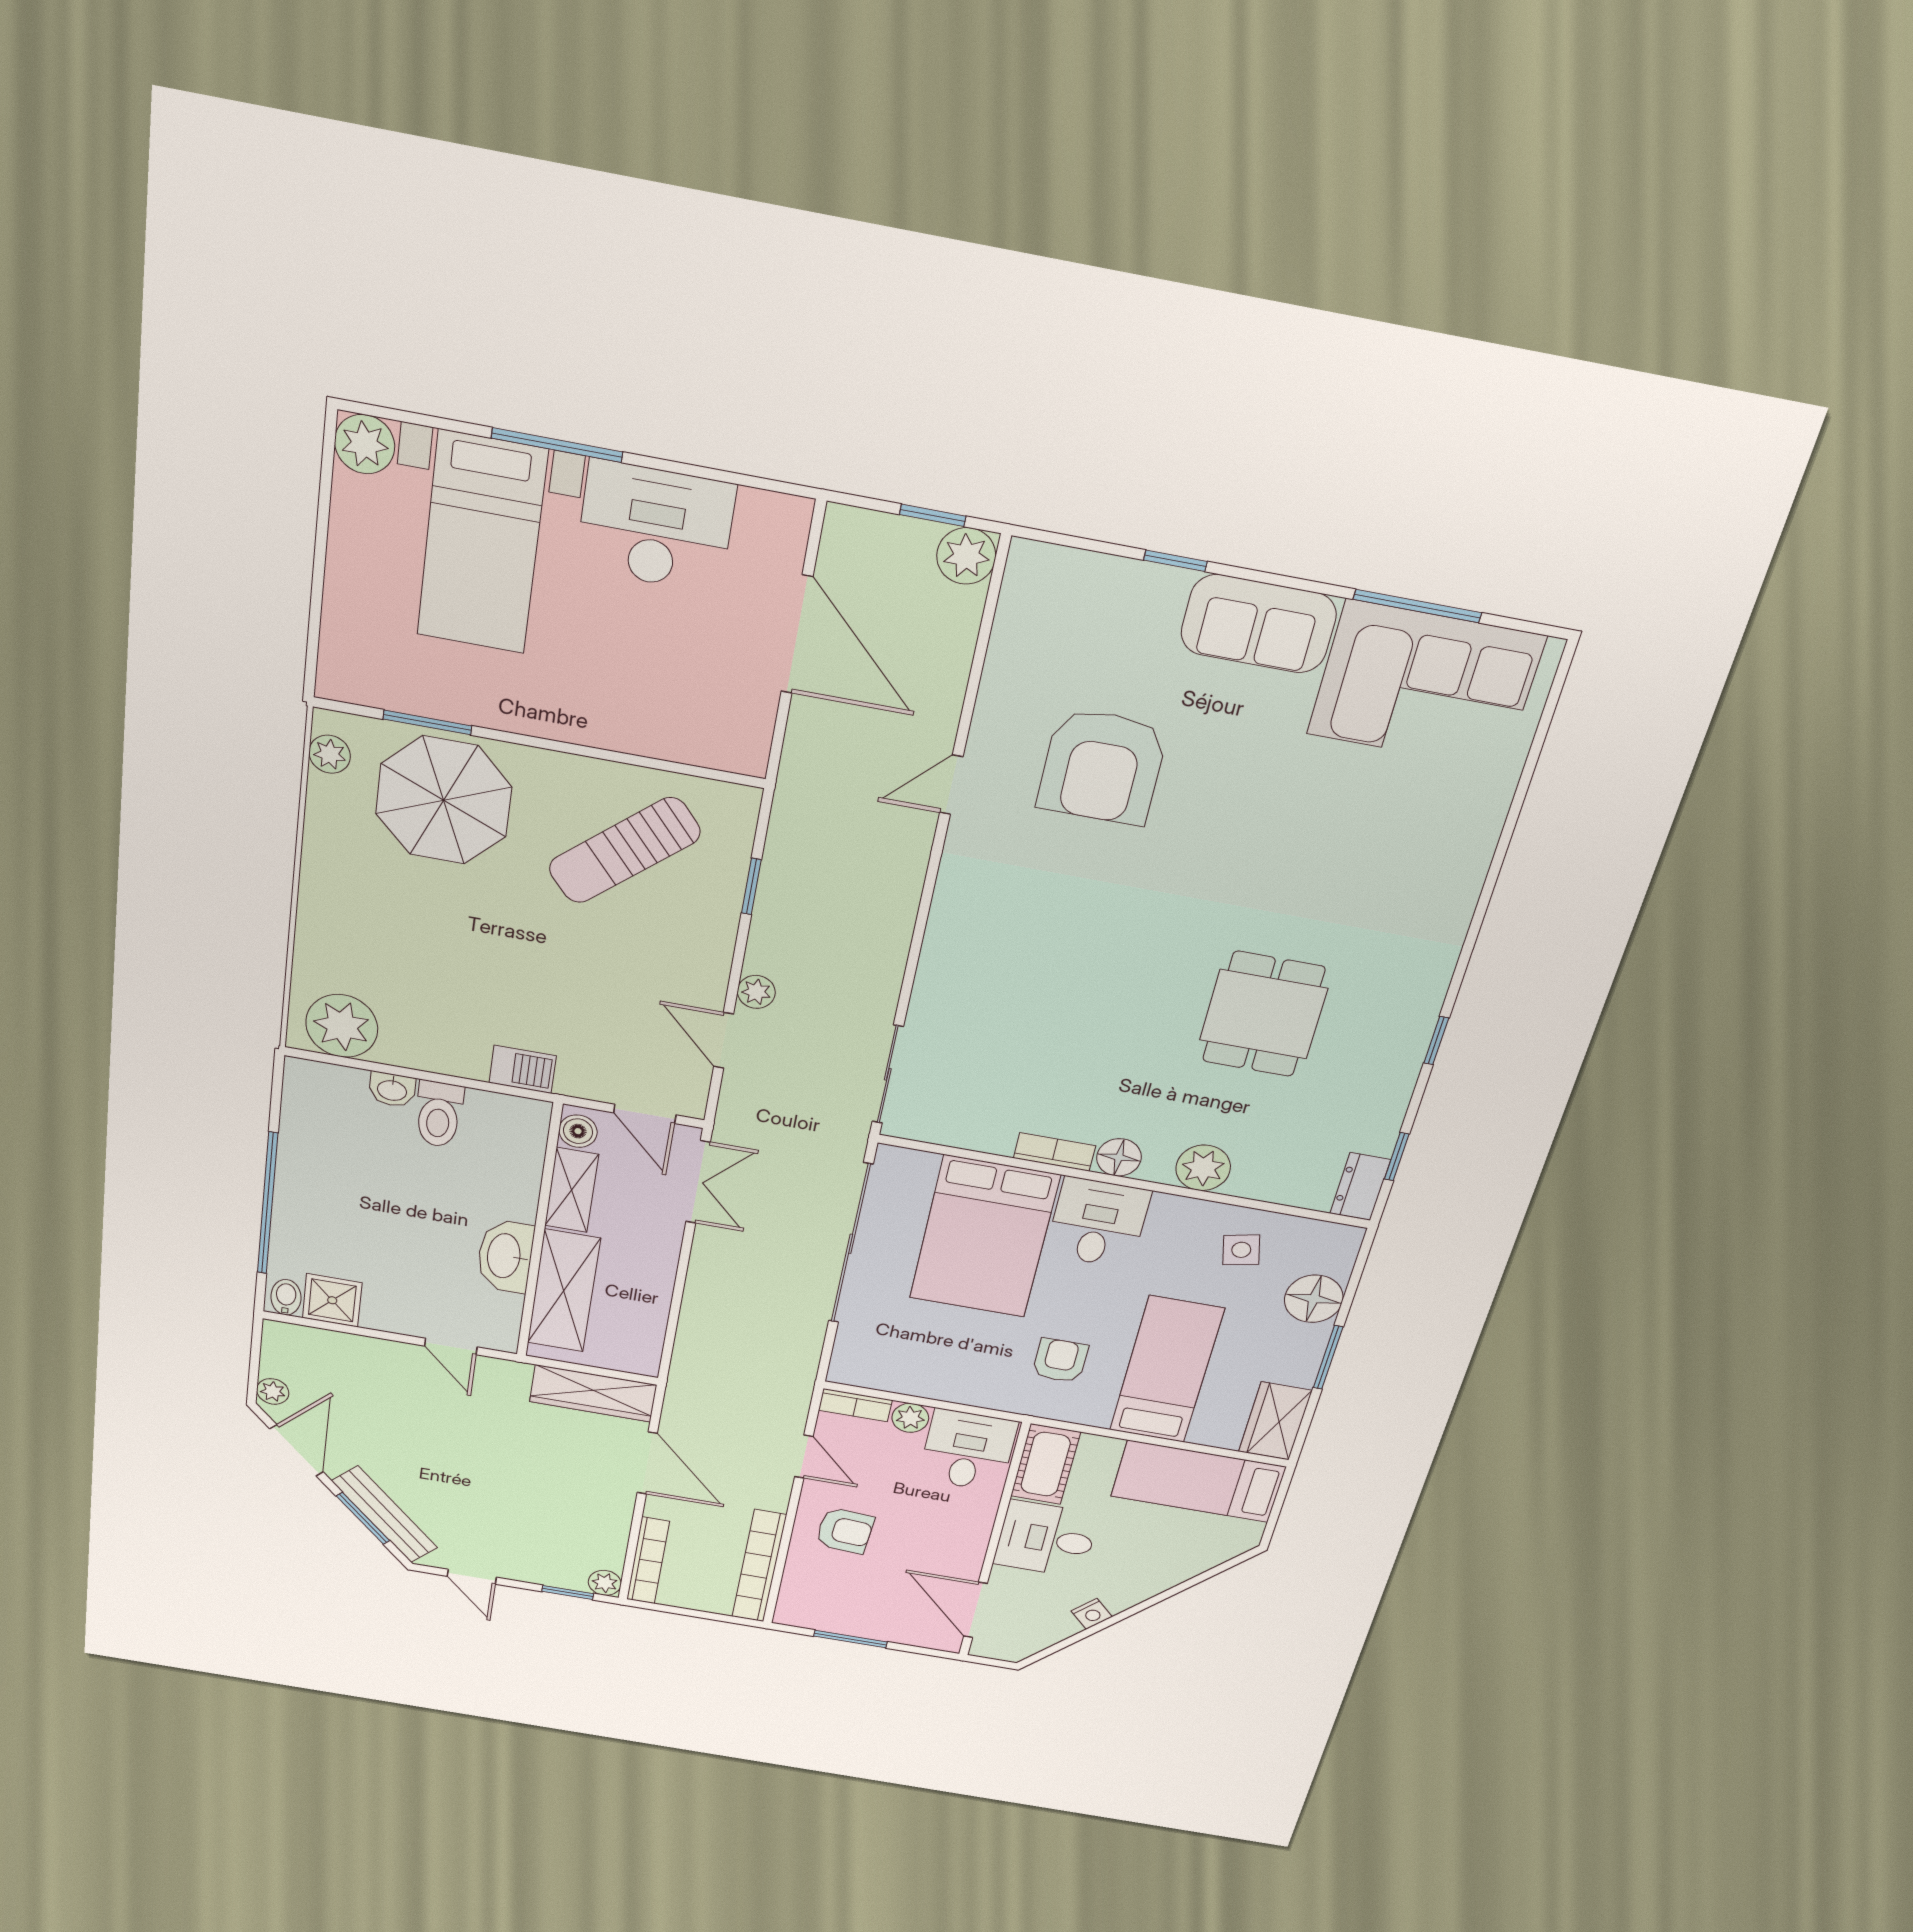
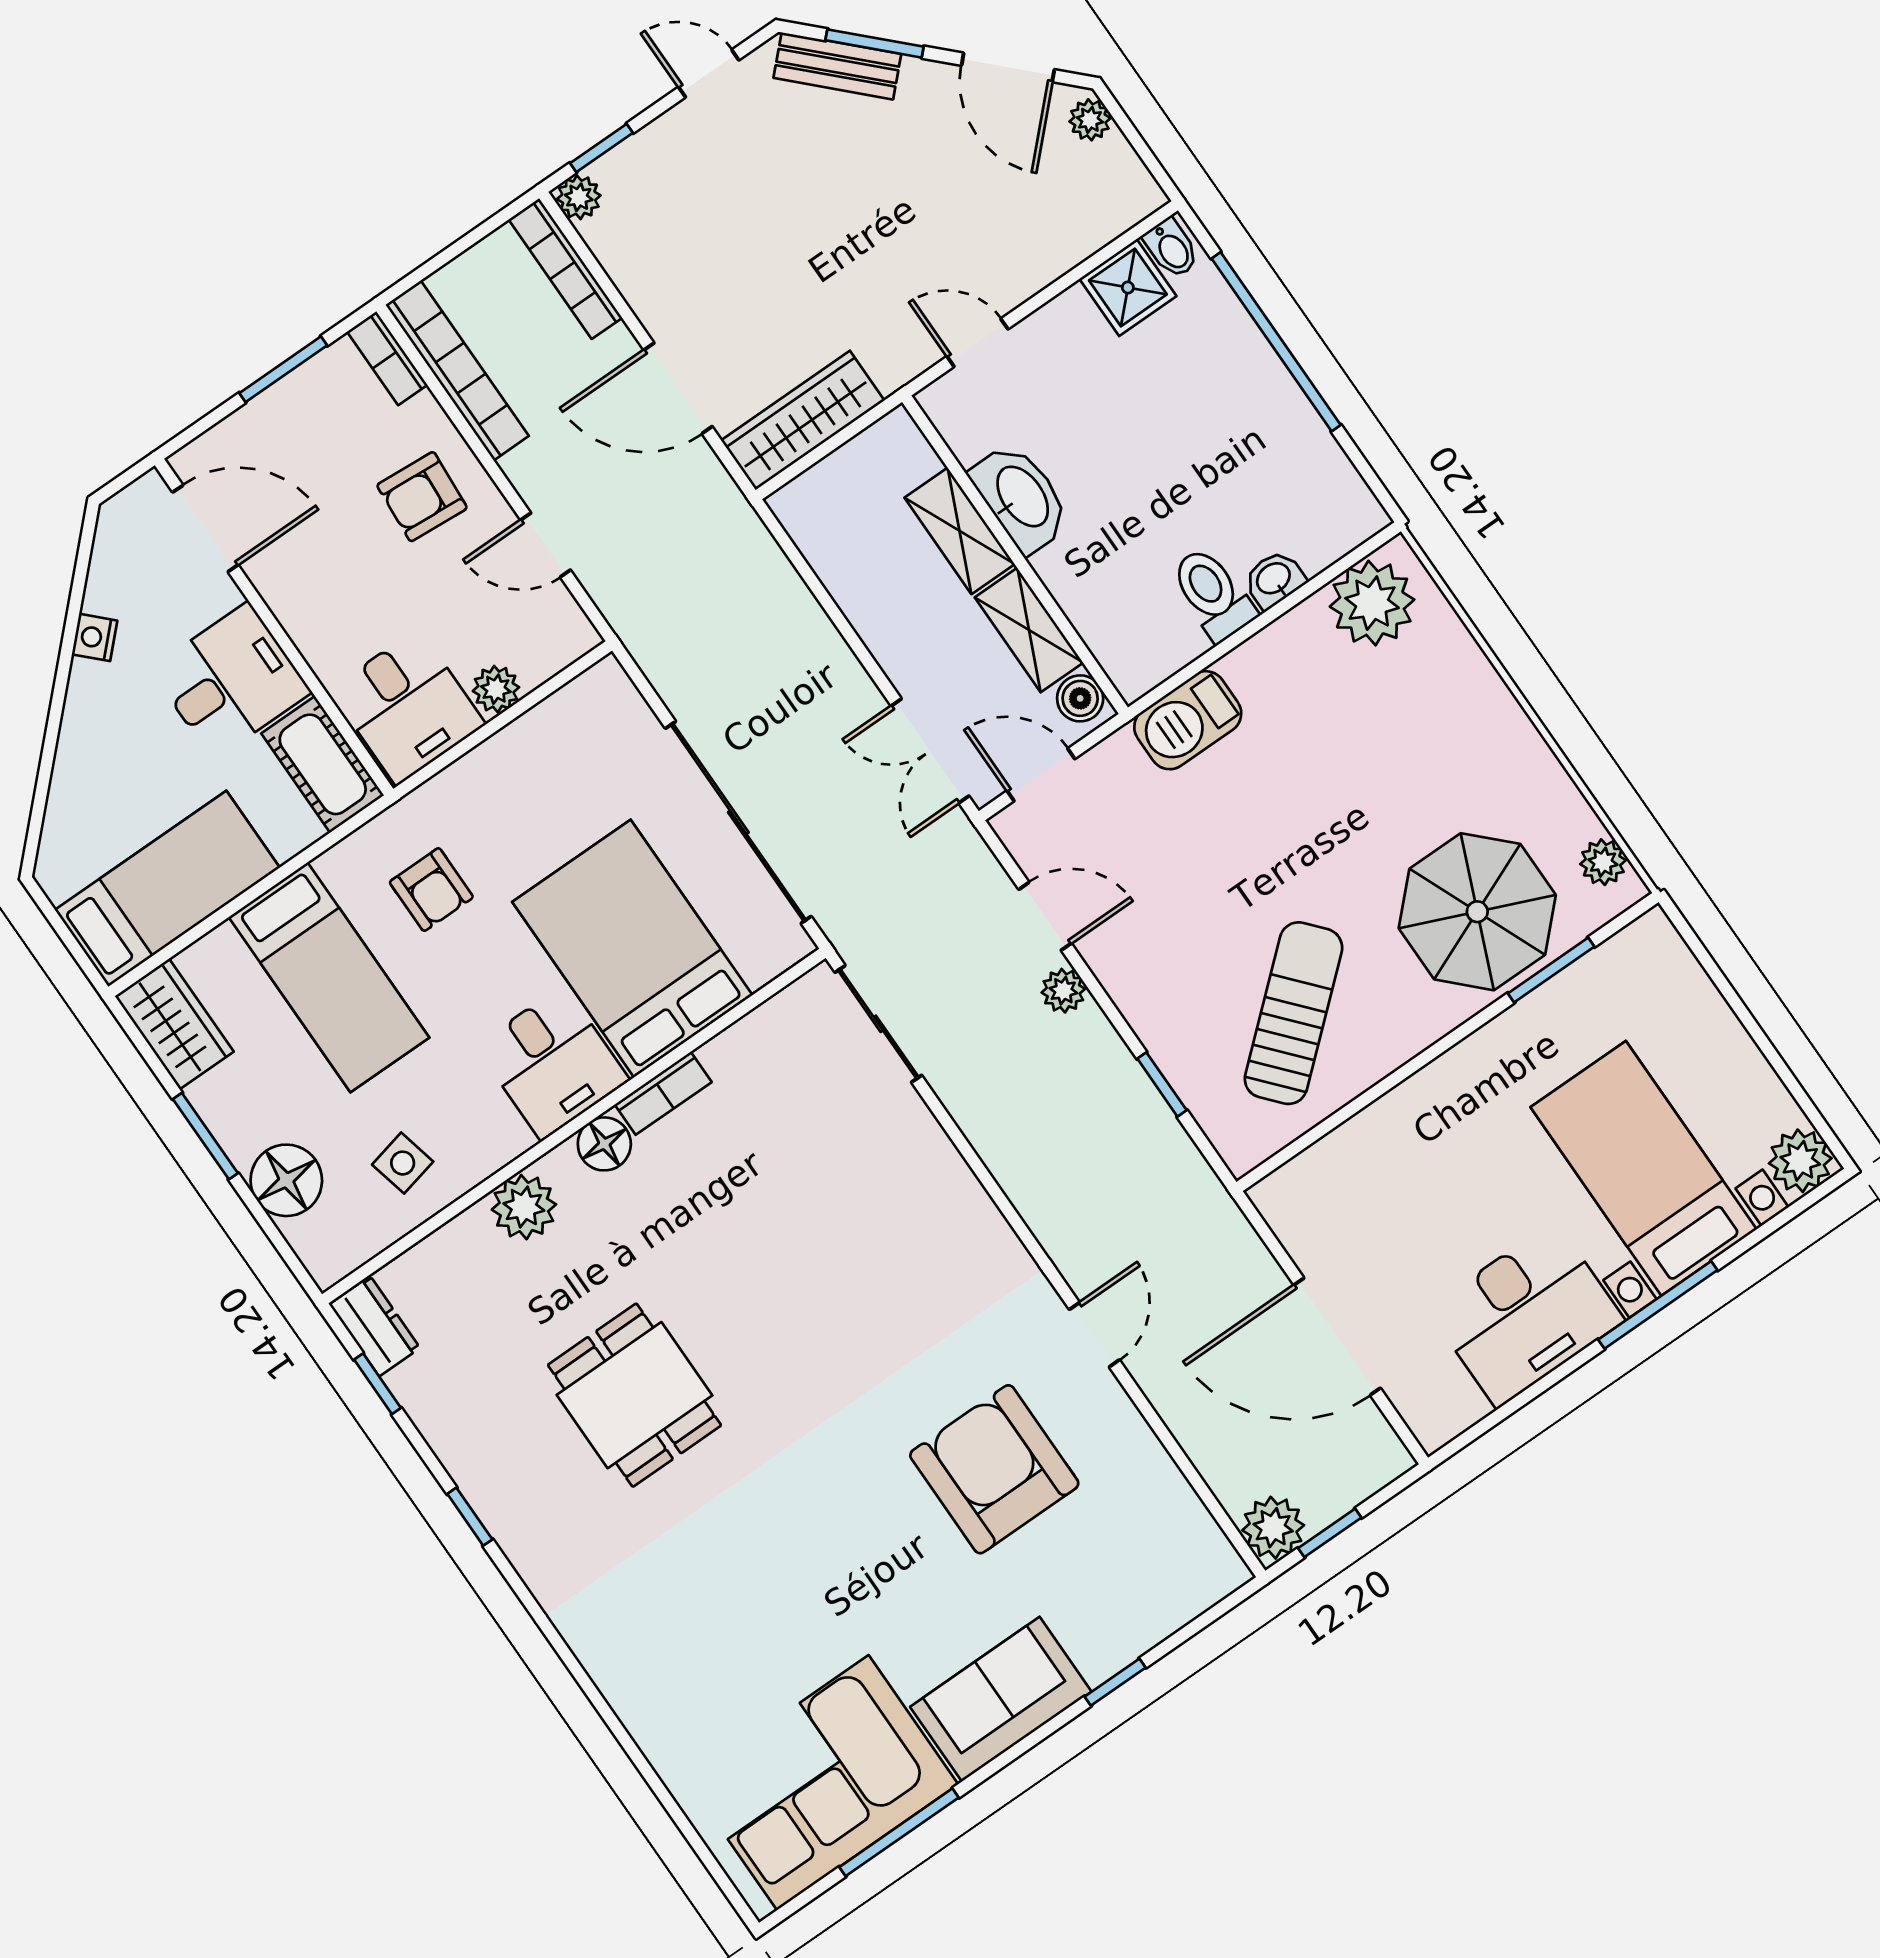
barbecue: (523, 1069) -> (1188, 720), width x1.38, depth x1.27
shelving: (564, 1291) -> (960, 531), width x0.67, depth x0.75
bookcase: (855, 1405) -> (387, 358), moved, turned -90
bench: (385, 1514) -> (837, 66), width x0.73

